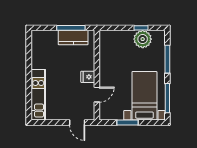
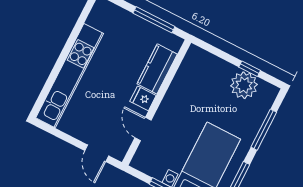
kitchen counter: (73, 38) -> (157, 69), moved, turned 90
kitchen unit: (38, 95) -> (70, 76), width x1.36
door: (97, 95) -> (143, 129), swing flipped

